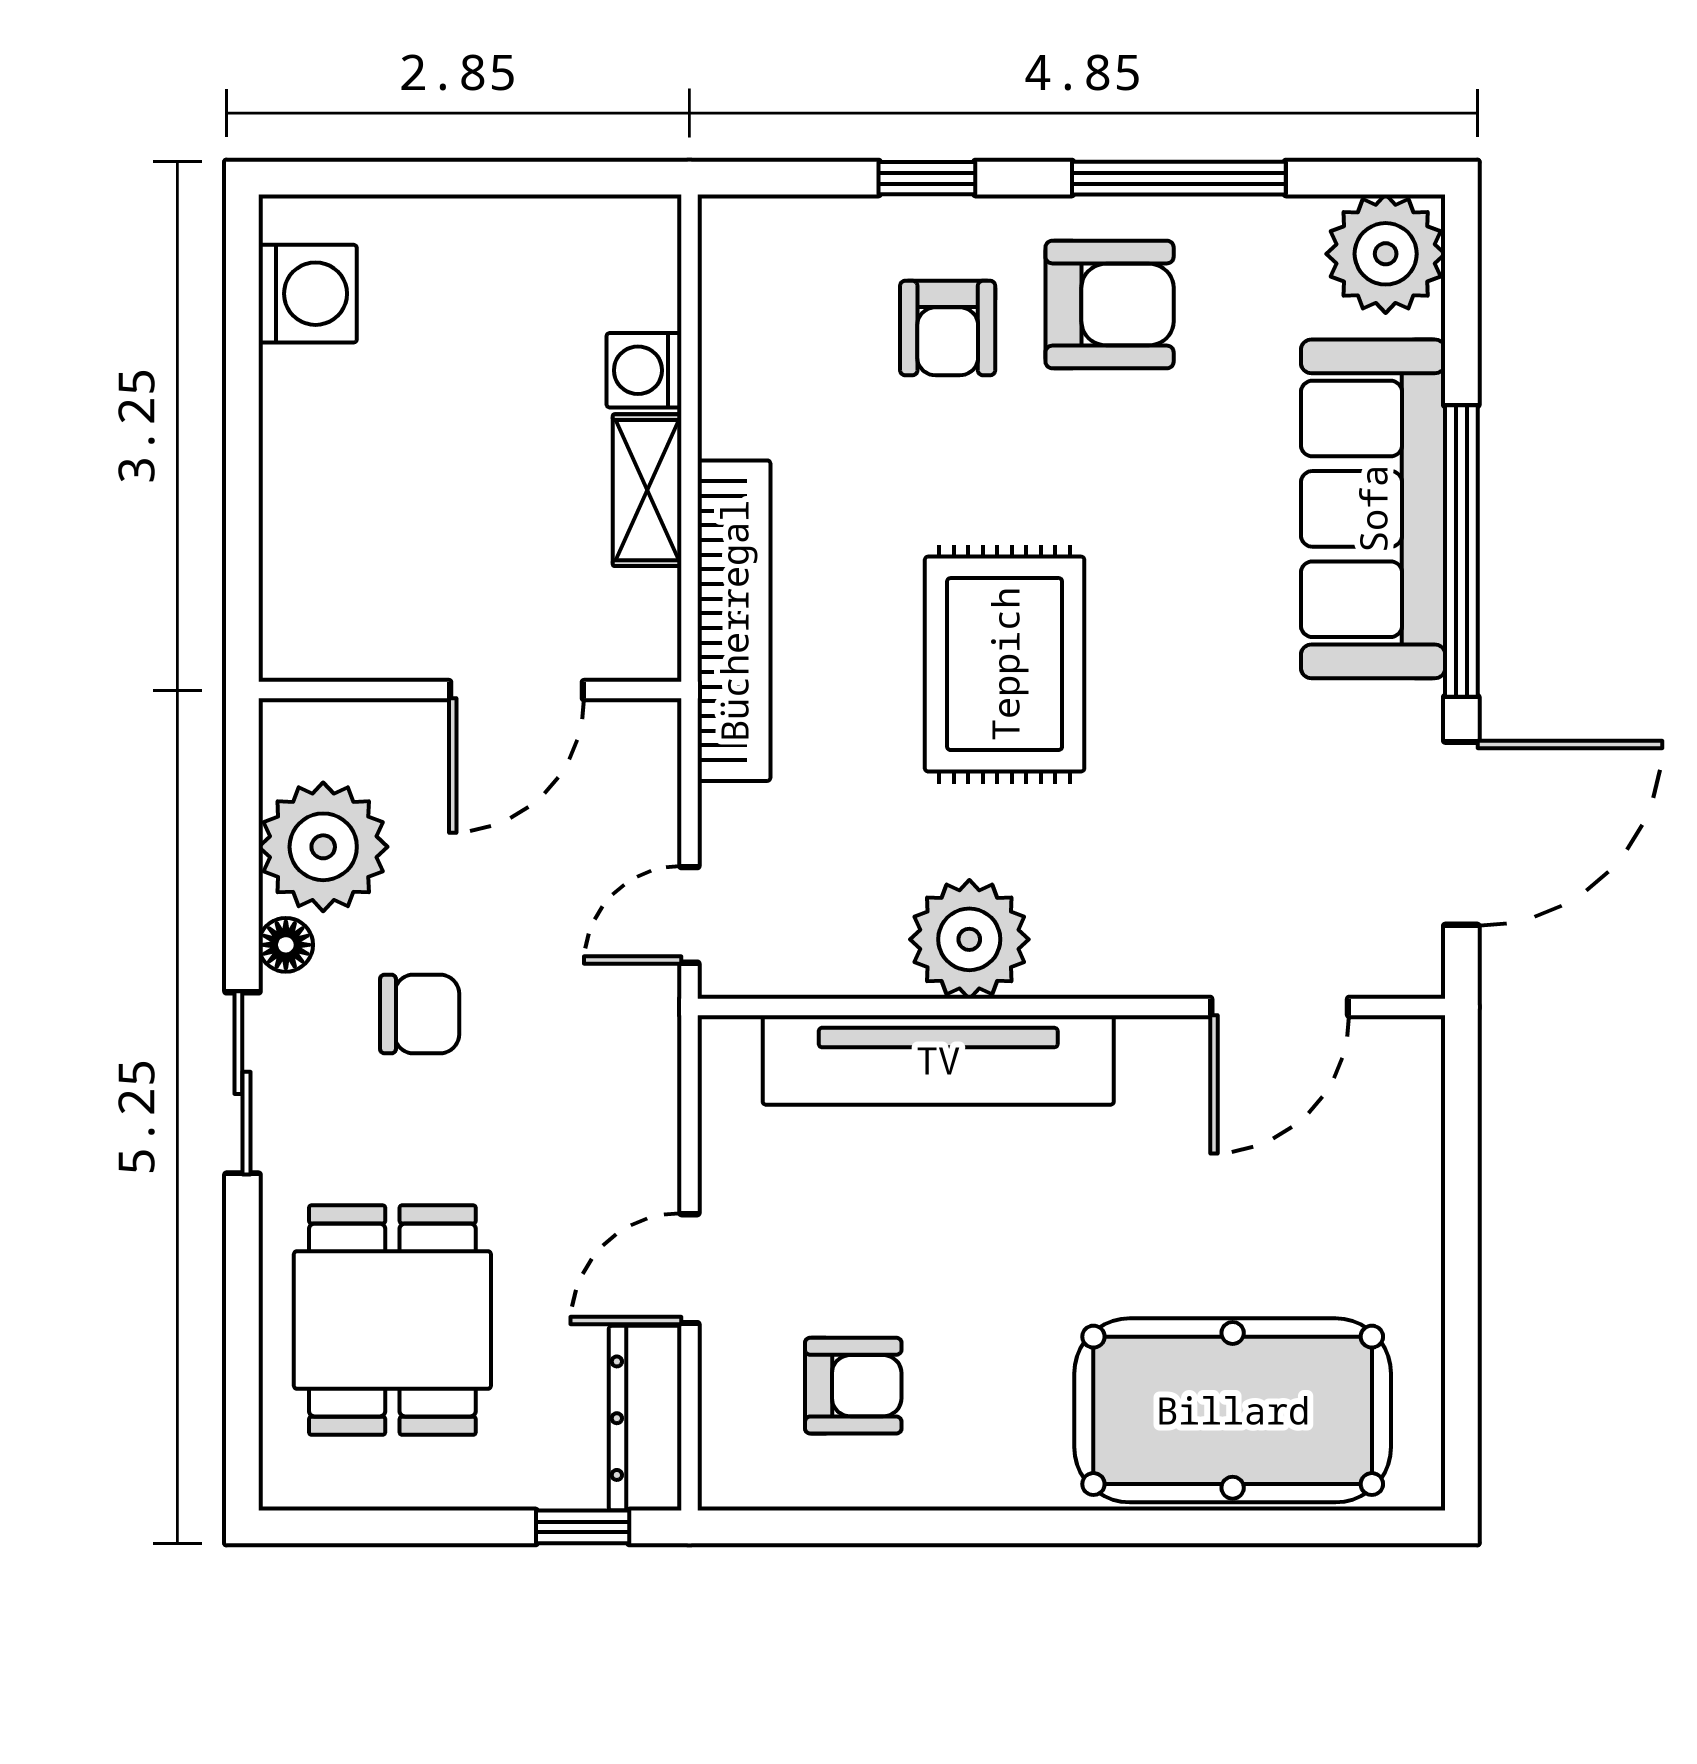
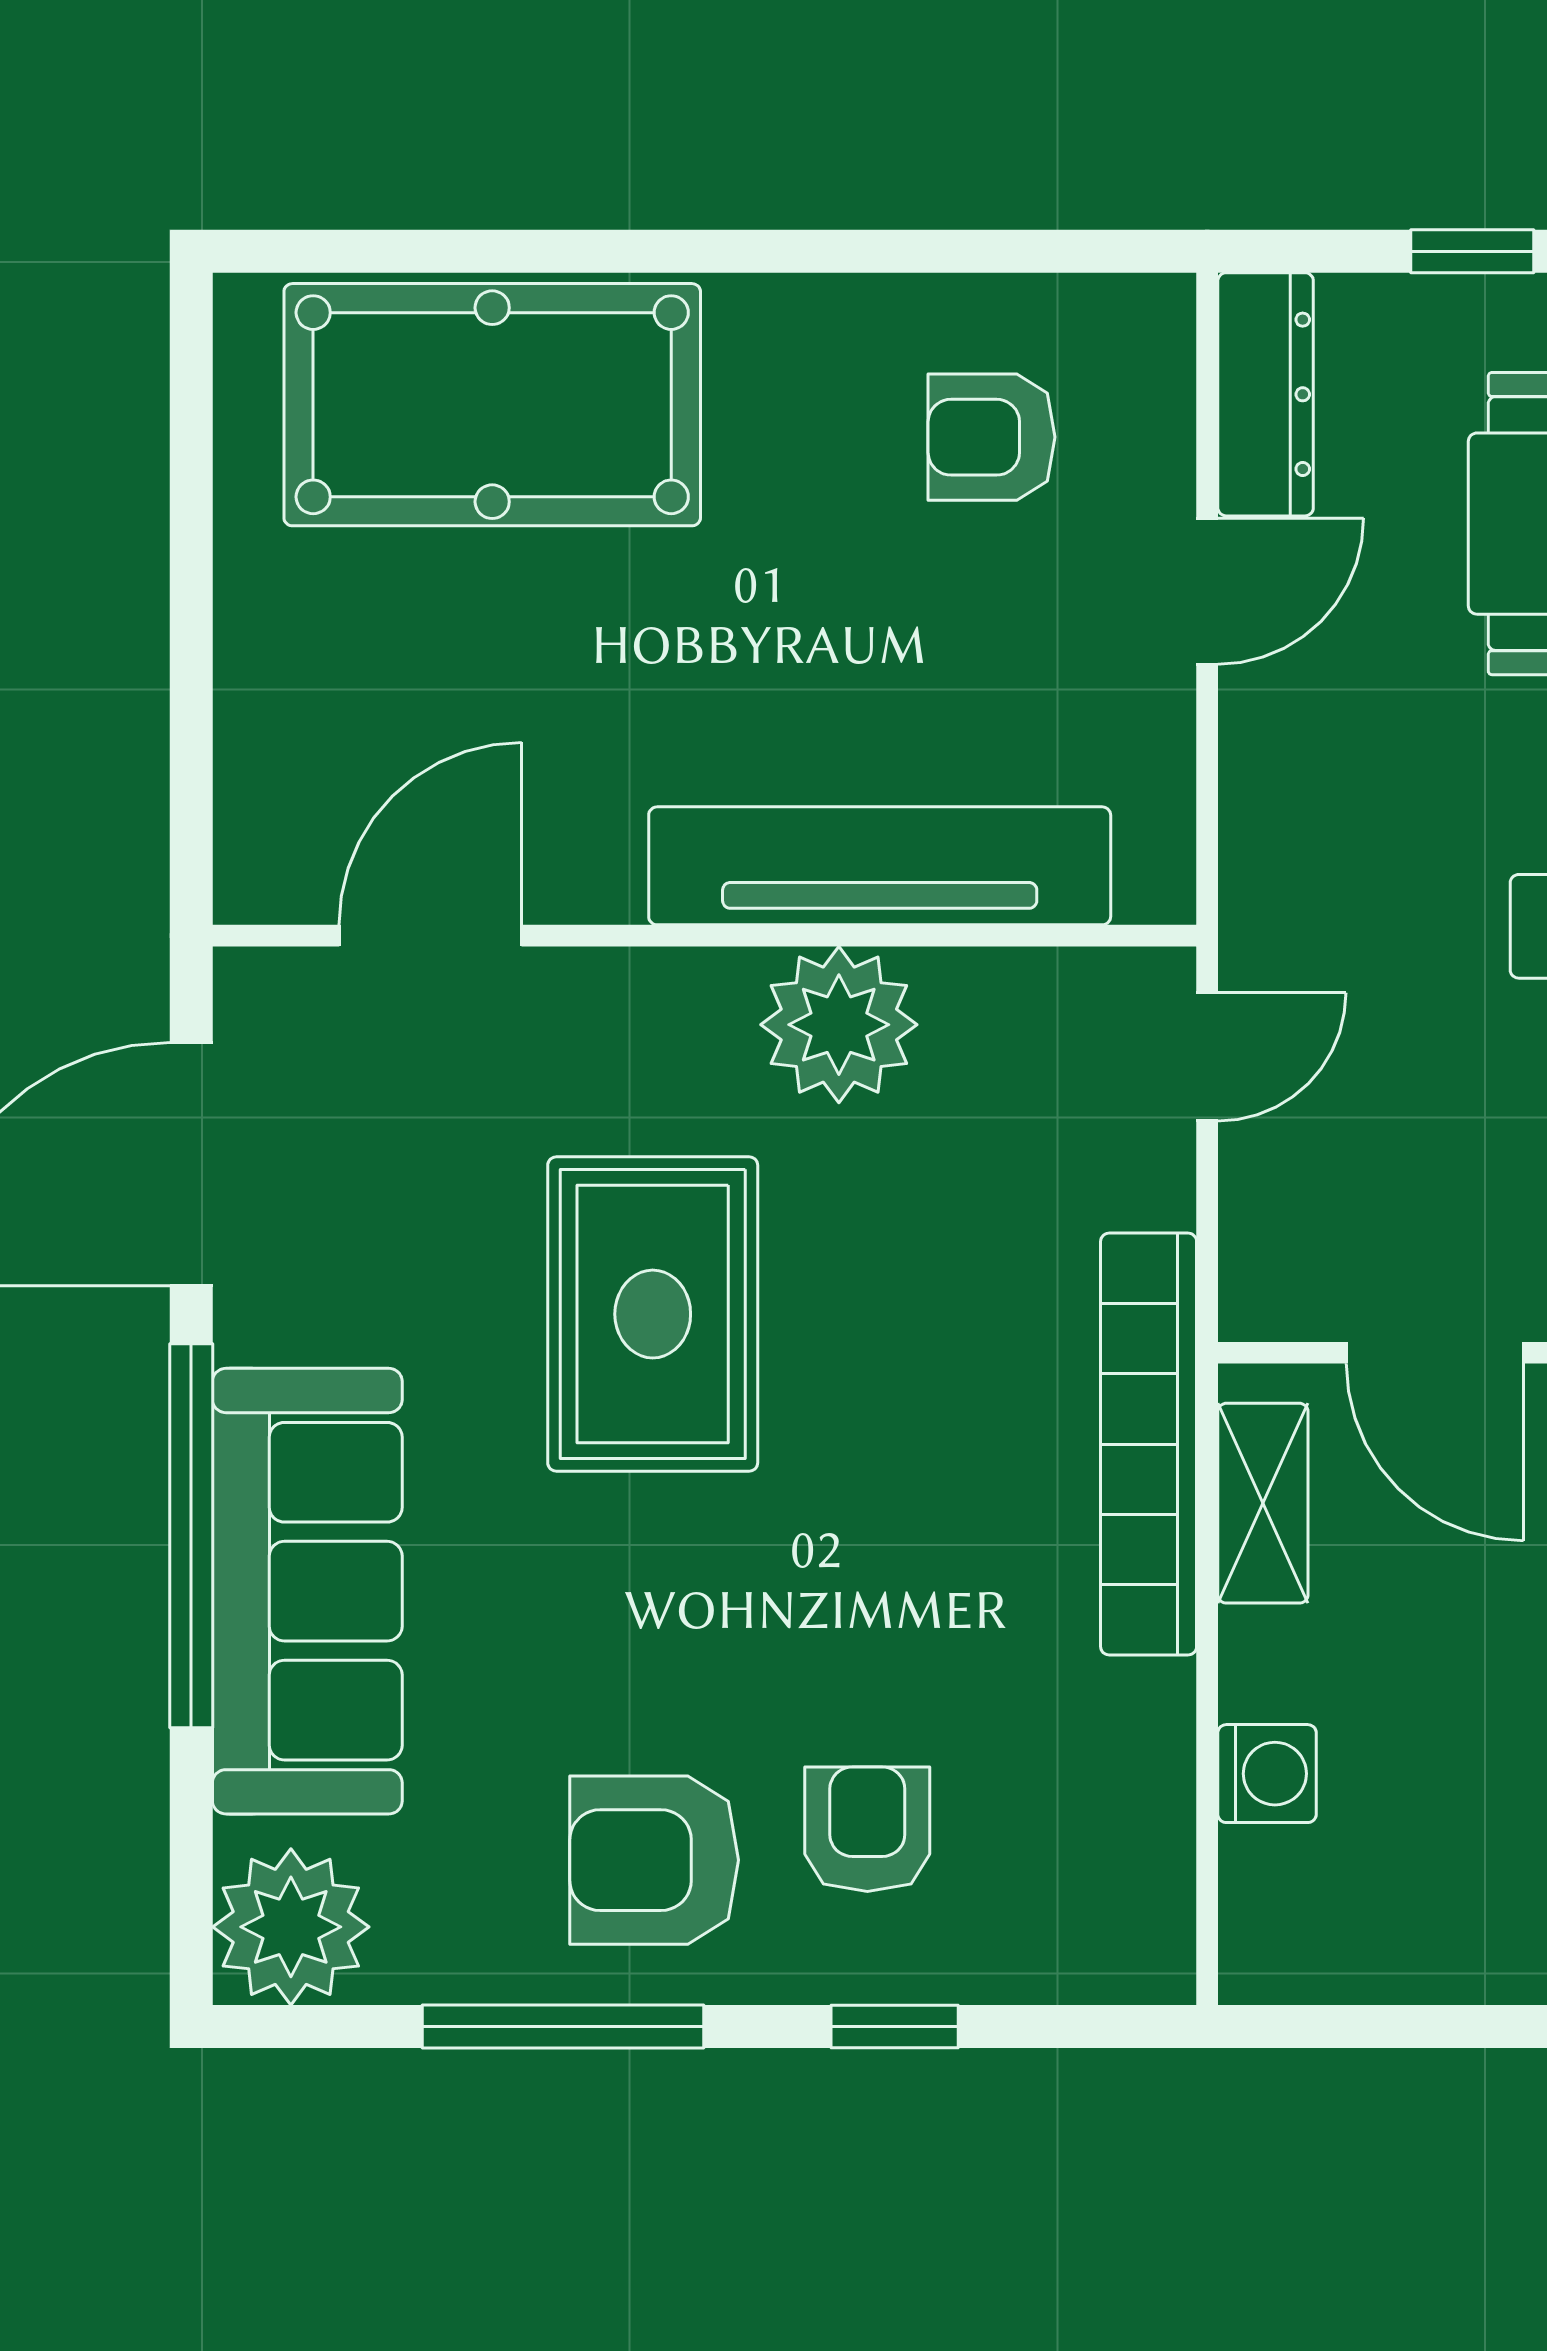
shelving: (647, 490) -> (1263, 1503), moved
rug: (1005, 664) -> (653, 1314), moved
door: (516, 690) -> (1435, 1353), swing flipped
window: (583, 1527) -> (1472, 251), moved

